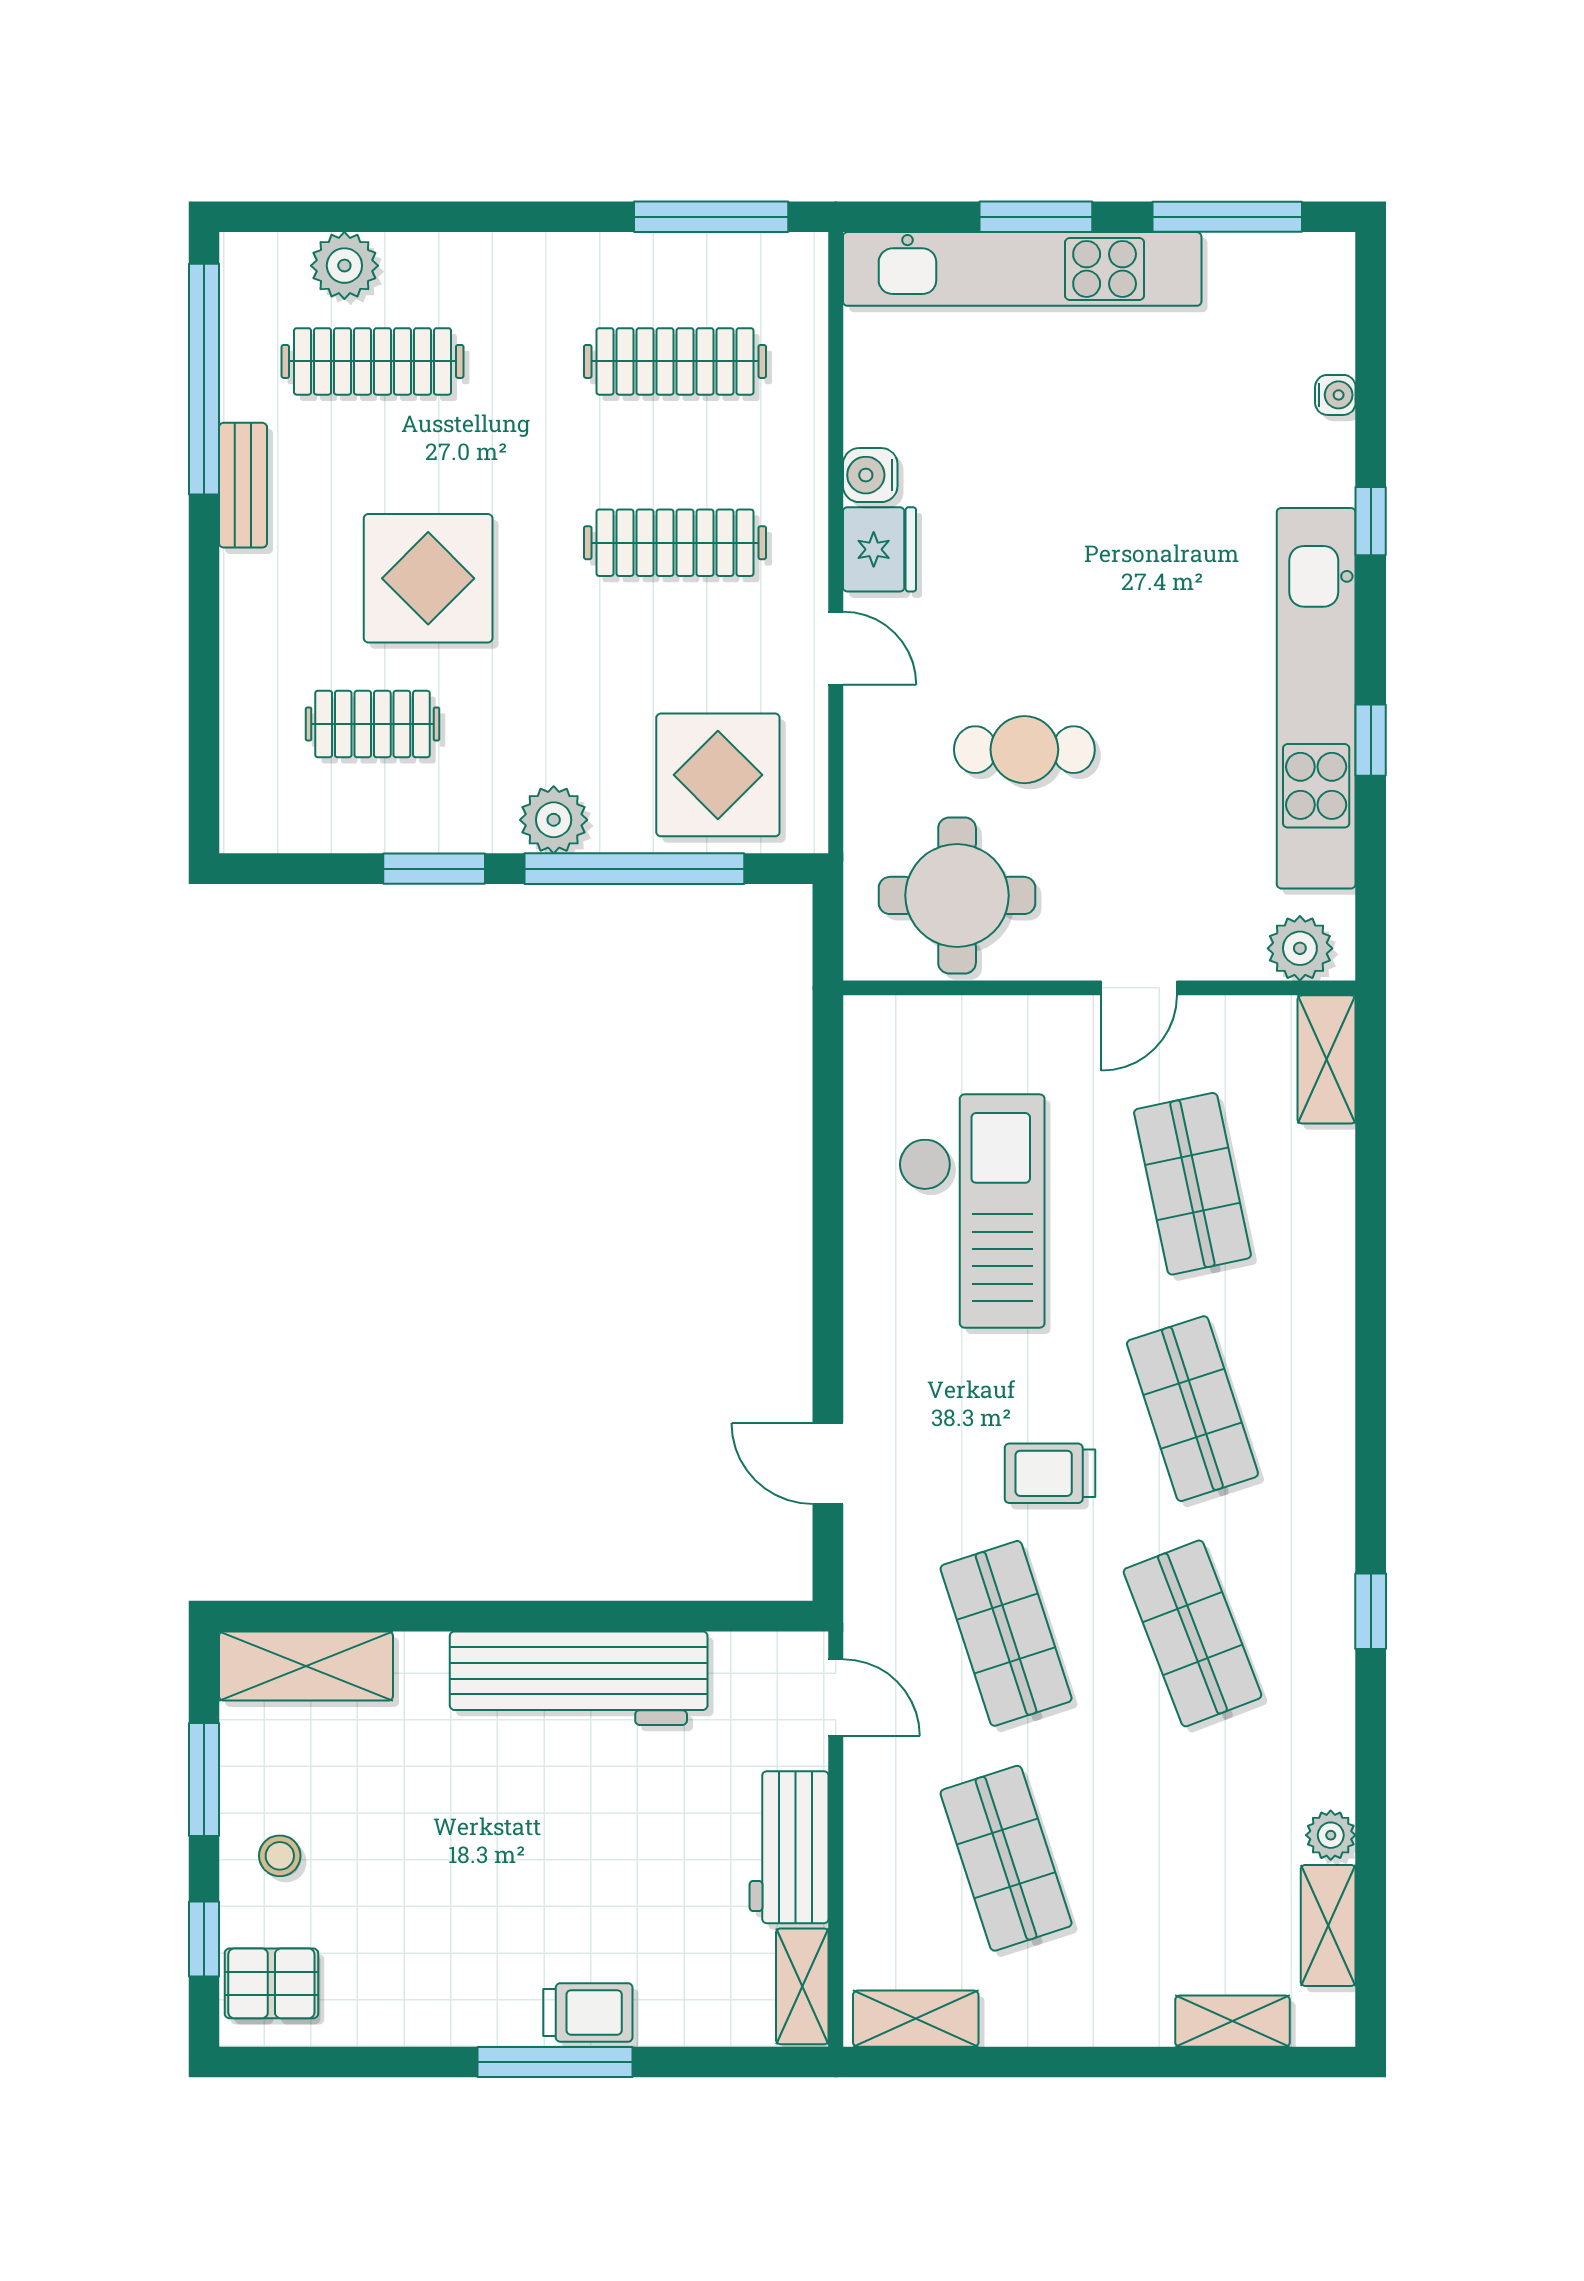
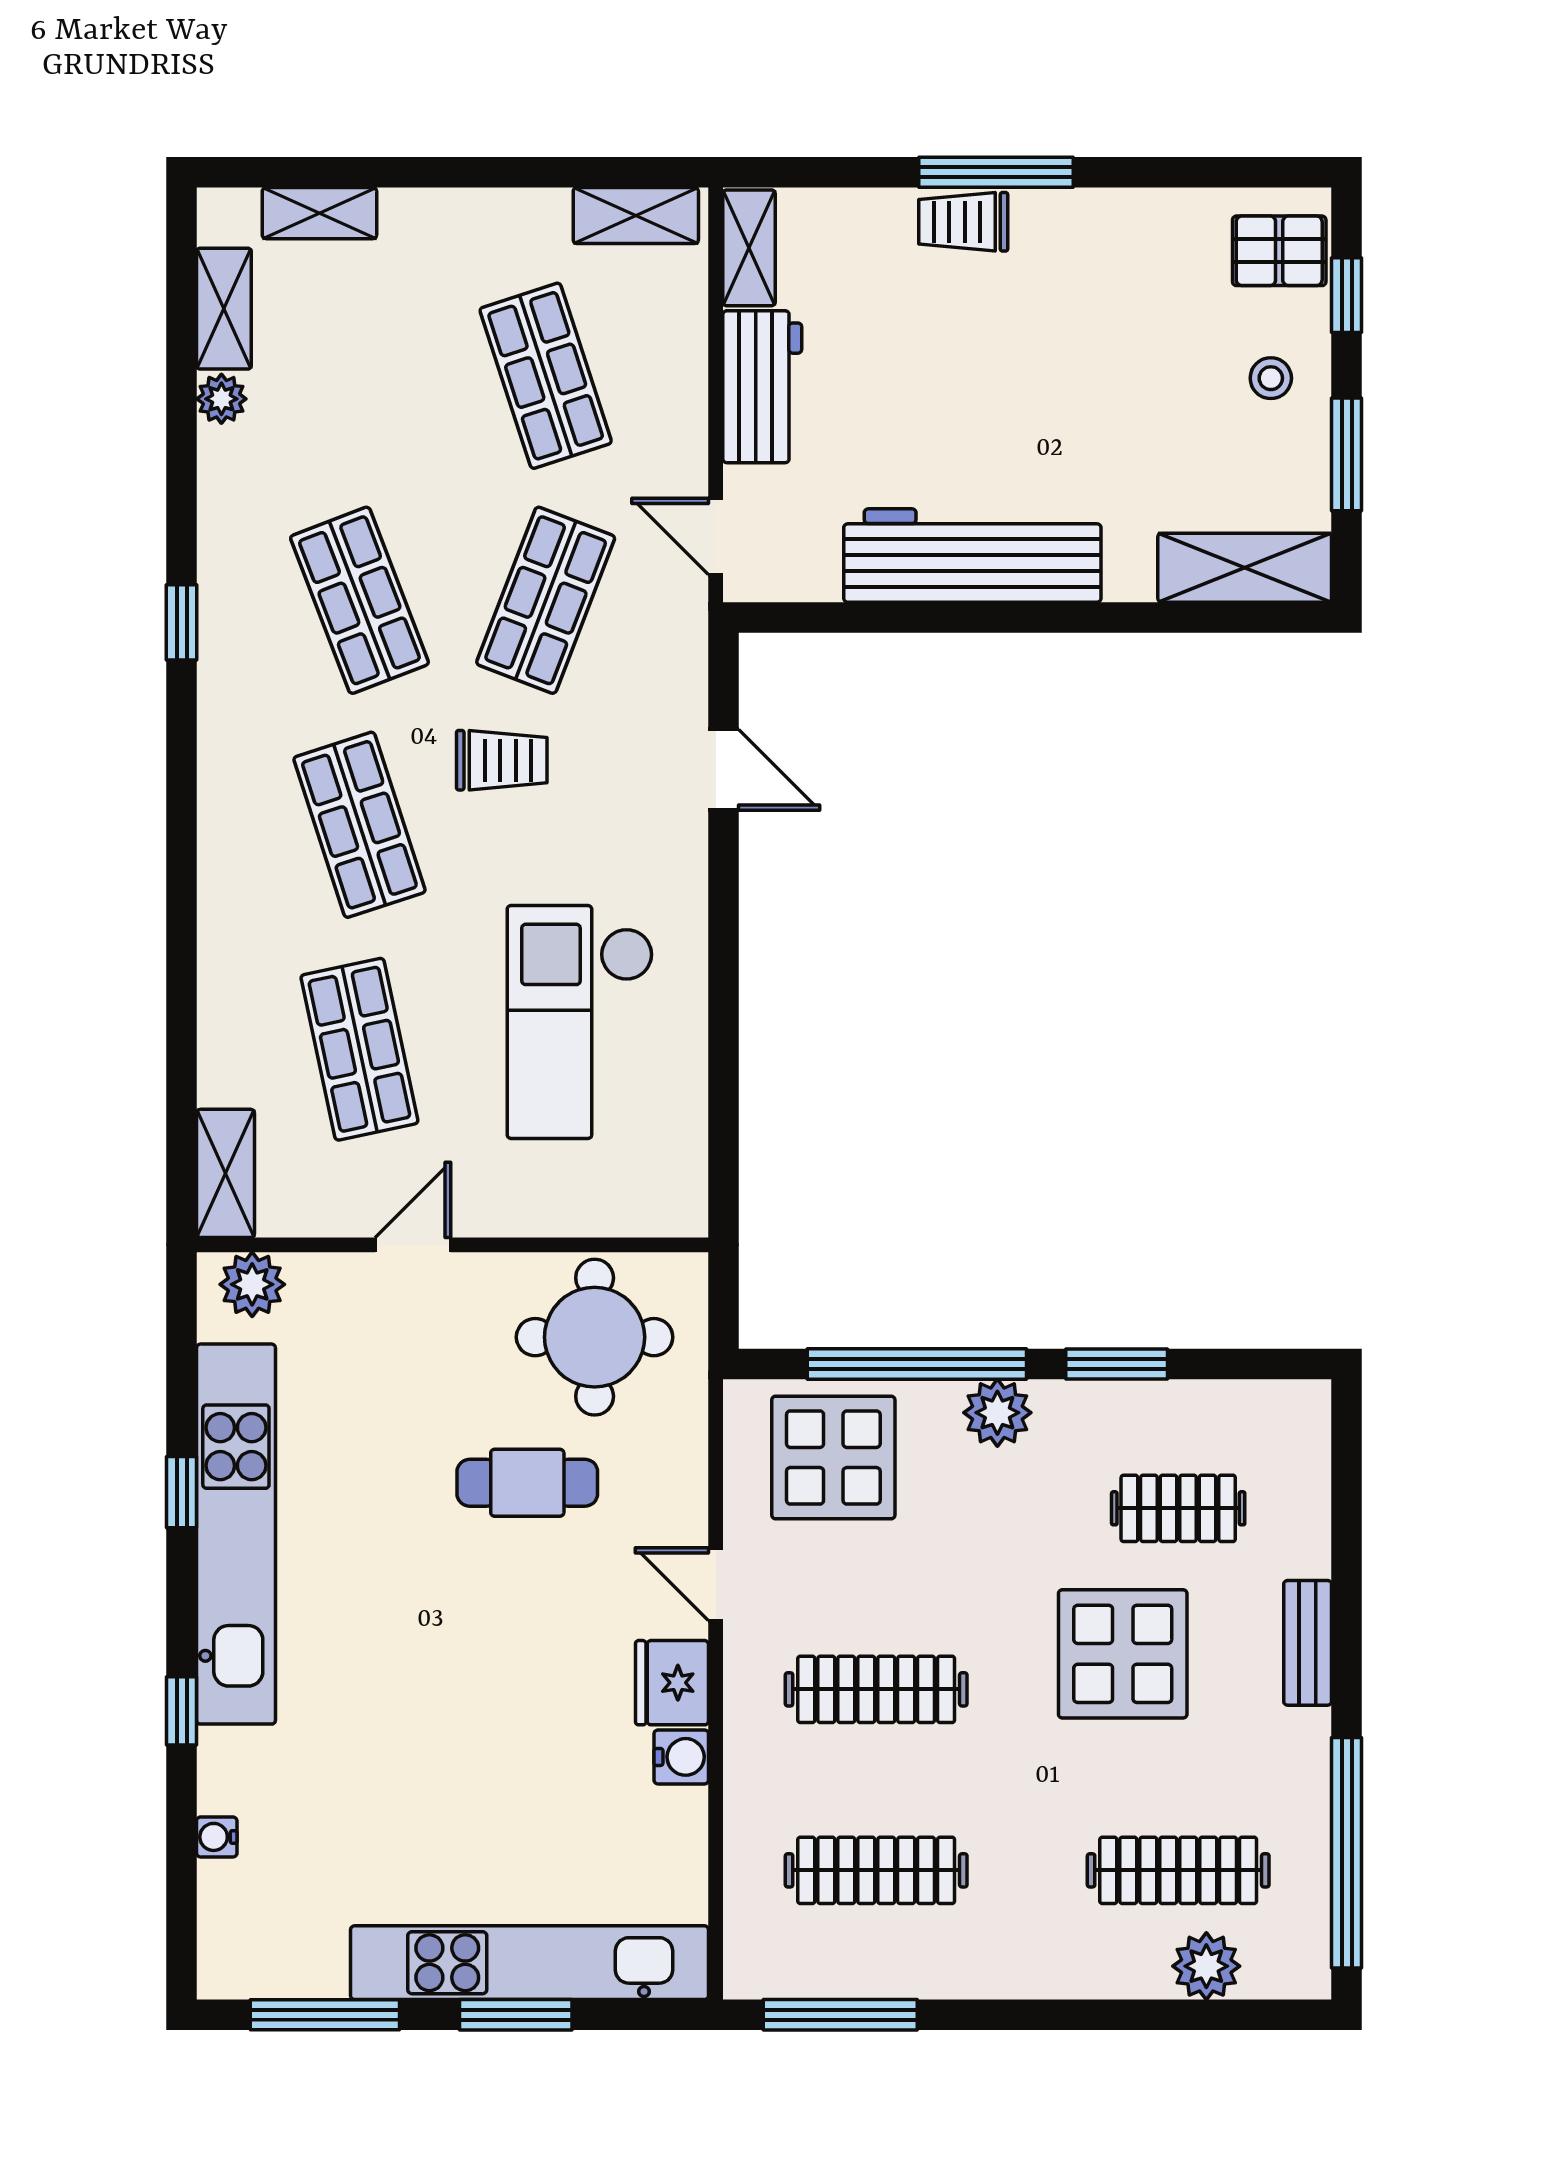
bench: (243, 485) -> (1308, 1643), moved
shop shelf: (1006, 1633) -> (546, 600), turned 39

